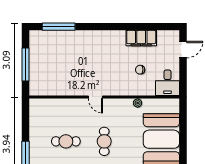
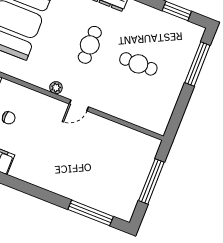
door: (95, 97) -> (79, 105), swing flipped
plant: (138, 103) -> (56, 88), moved

